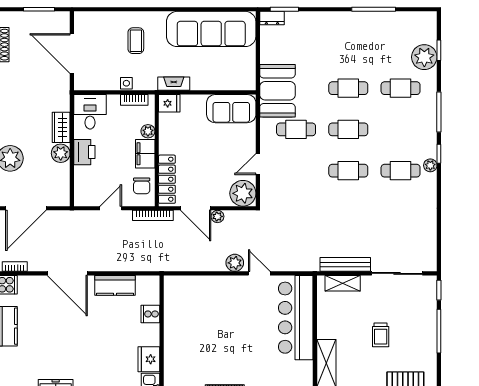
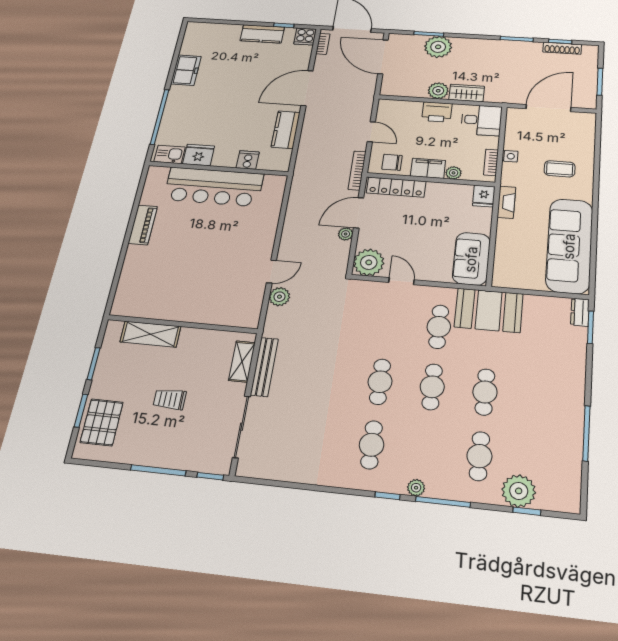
plant: (430, 165) -> (416, 488), moved
plant: (235, 263) -> (279, 297), moved
bar counter: (296, 318) -> (214, 187), moved, turned 180

